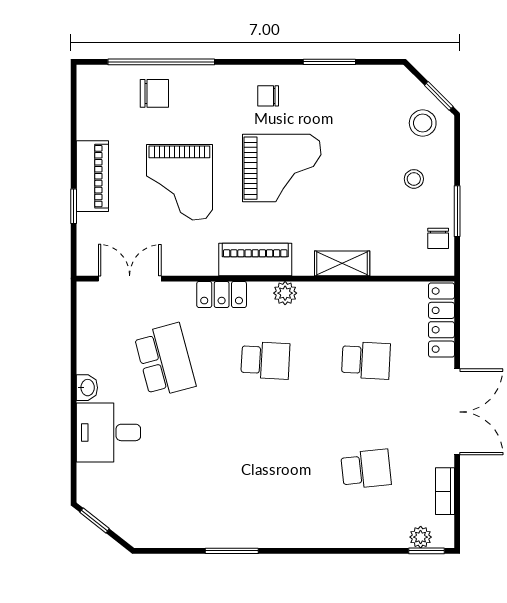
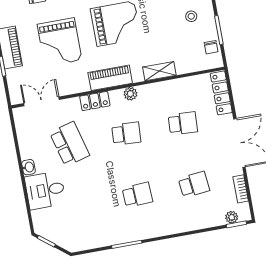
school desk: (265, 469) -> (137, 195), added

